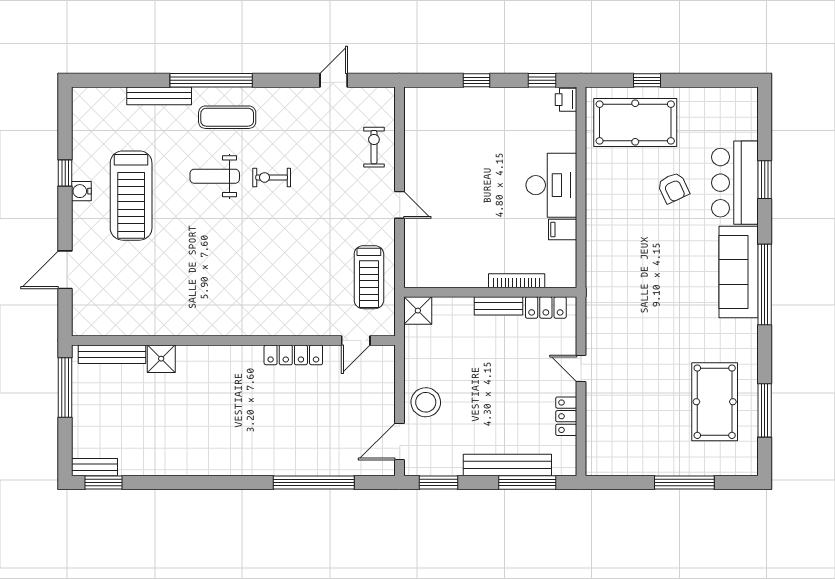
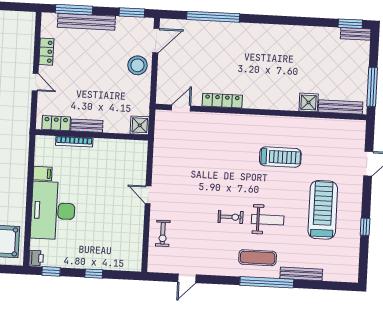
desk: (551, 185) -> (53, 211), width x1.36, depth x1.30
water cooler: (81, 191) -> (355, 214), removed
treadmill: (369, 277) -> (280, 157), moved, turned 90

